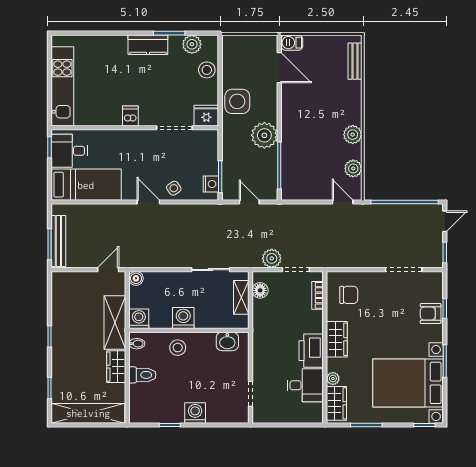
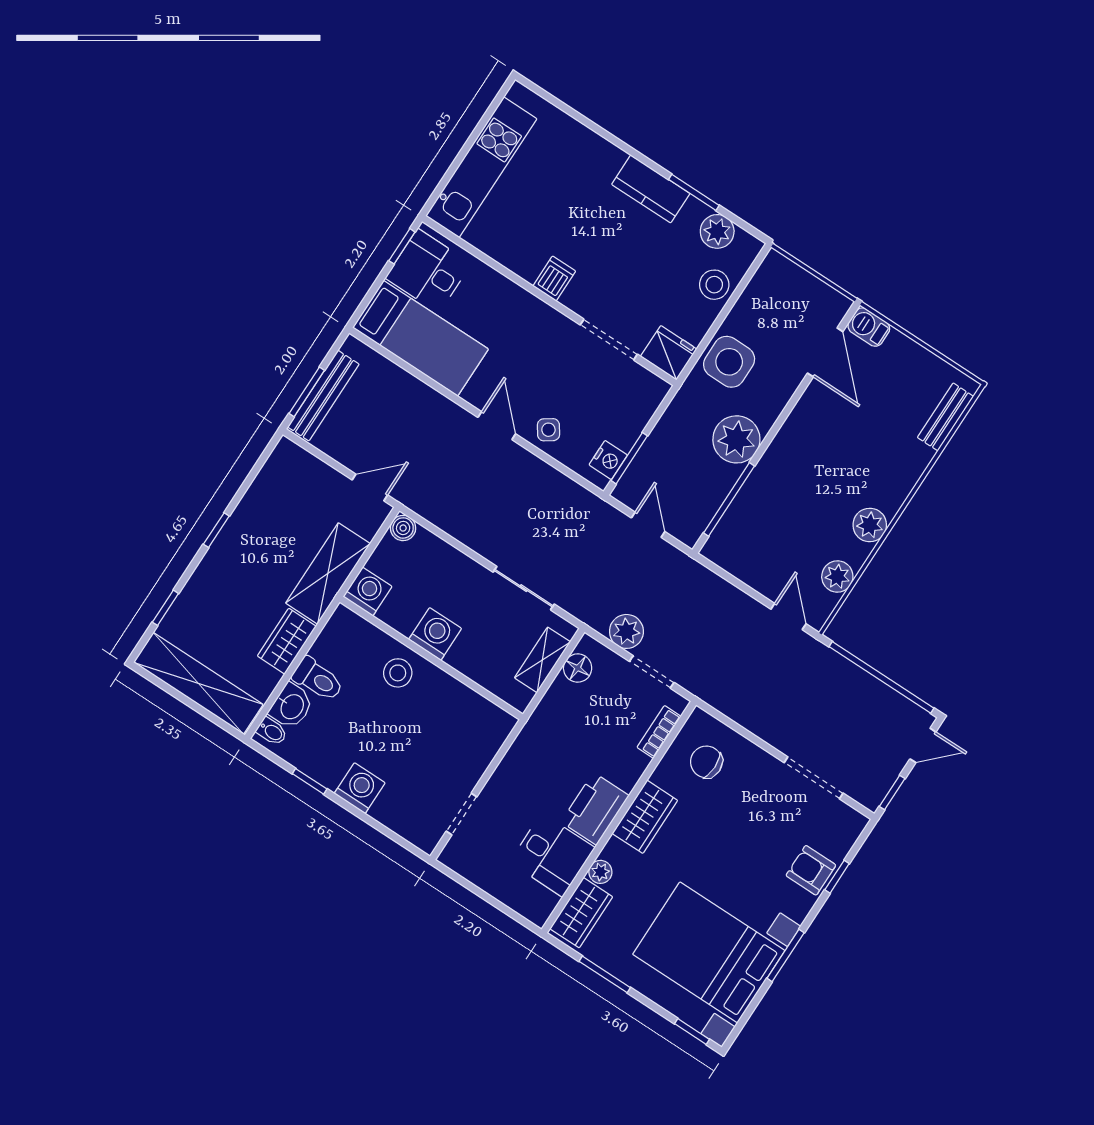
chair: (349, 295) -> (706, 762), turned 180
washbasin: (227, 341) -> (291, 706), moved, turned -90
bidet: (137, 344) -> (272, 731), moved

